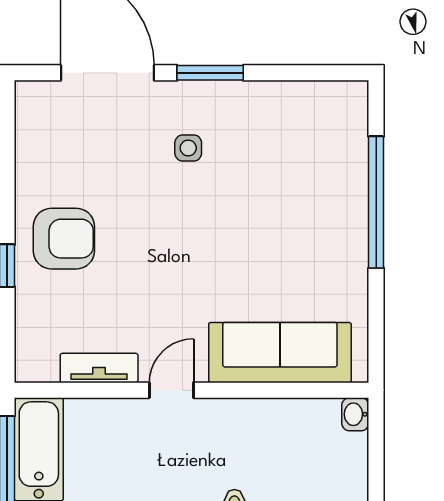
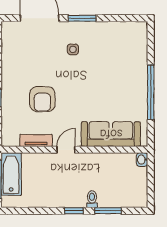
window: (376, 202) -> (151, 92), moved
armchair: (64, 239) -> (42, 99), moved, turned 90

